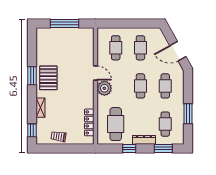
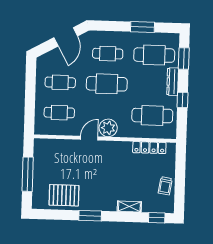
pallet: (48, 78) -> (64, 195), moved
cafe table: (140, 86) -> (107, 84), width x1.37, depth x1.35
cafe table: (165, 124) -> (154, 55), width x1.37, depth x1.35

